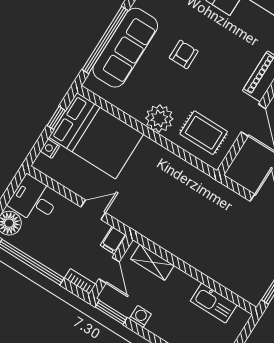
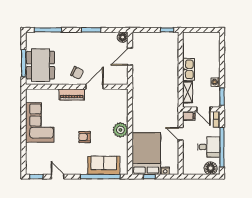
sofa: (125, 48) -> (104, 165), width x0.73
rug: (204, 133) -> (114, 106), removed
desk: (34, 200) -> (209, 147), moved, turned -90
door: (109, 270) -> (203, 109), swing flipped
kitchen sink: (214, 303) -> (189, 69), moved

